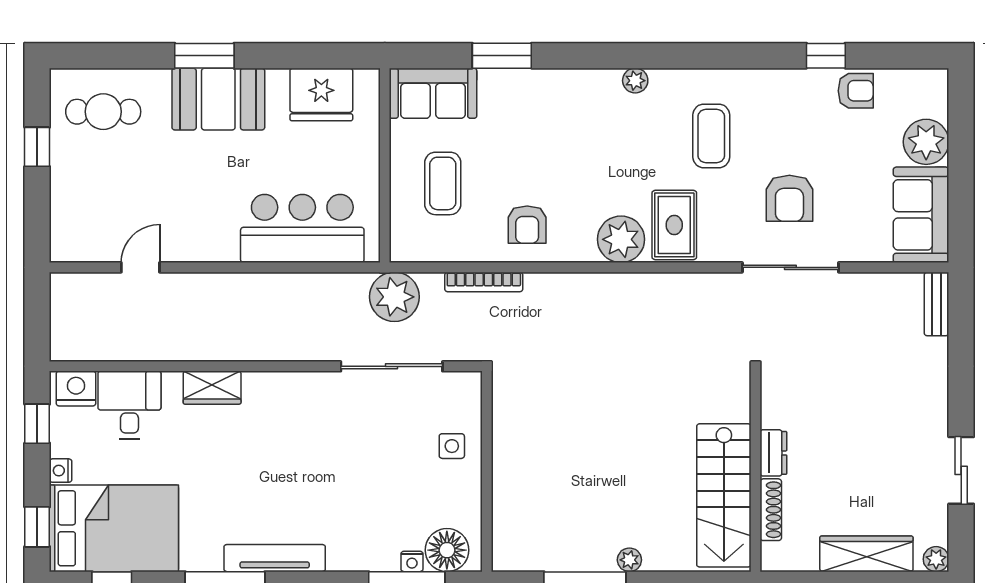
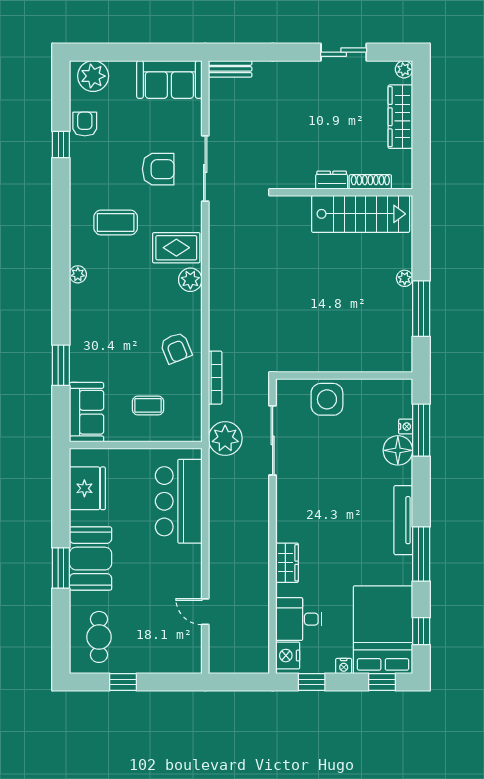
plant: (926, 142) -> (93, 76), moved
coffee table: (443, 183) -> (148, 405), width x0.73, depth x0.77
armchair: (527, 225) -> (176, 348), turned 68
plant: (621, 239) -> (190, 280), width x0.73, depth x0.73
side table: (452, 446) -> (327, 399), width x1.87, depth x1.87
floor lamp: (447, 550) -> (398, 450), moved

